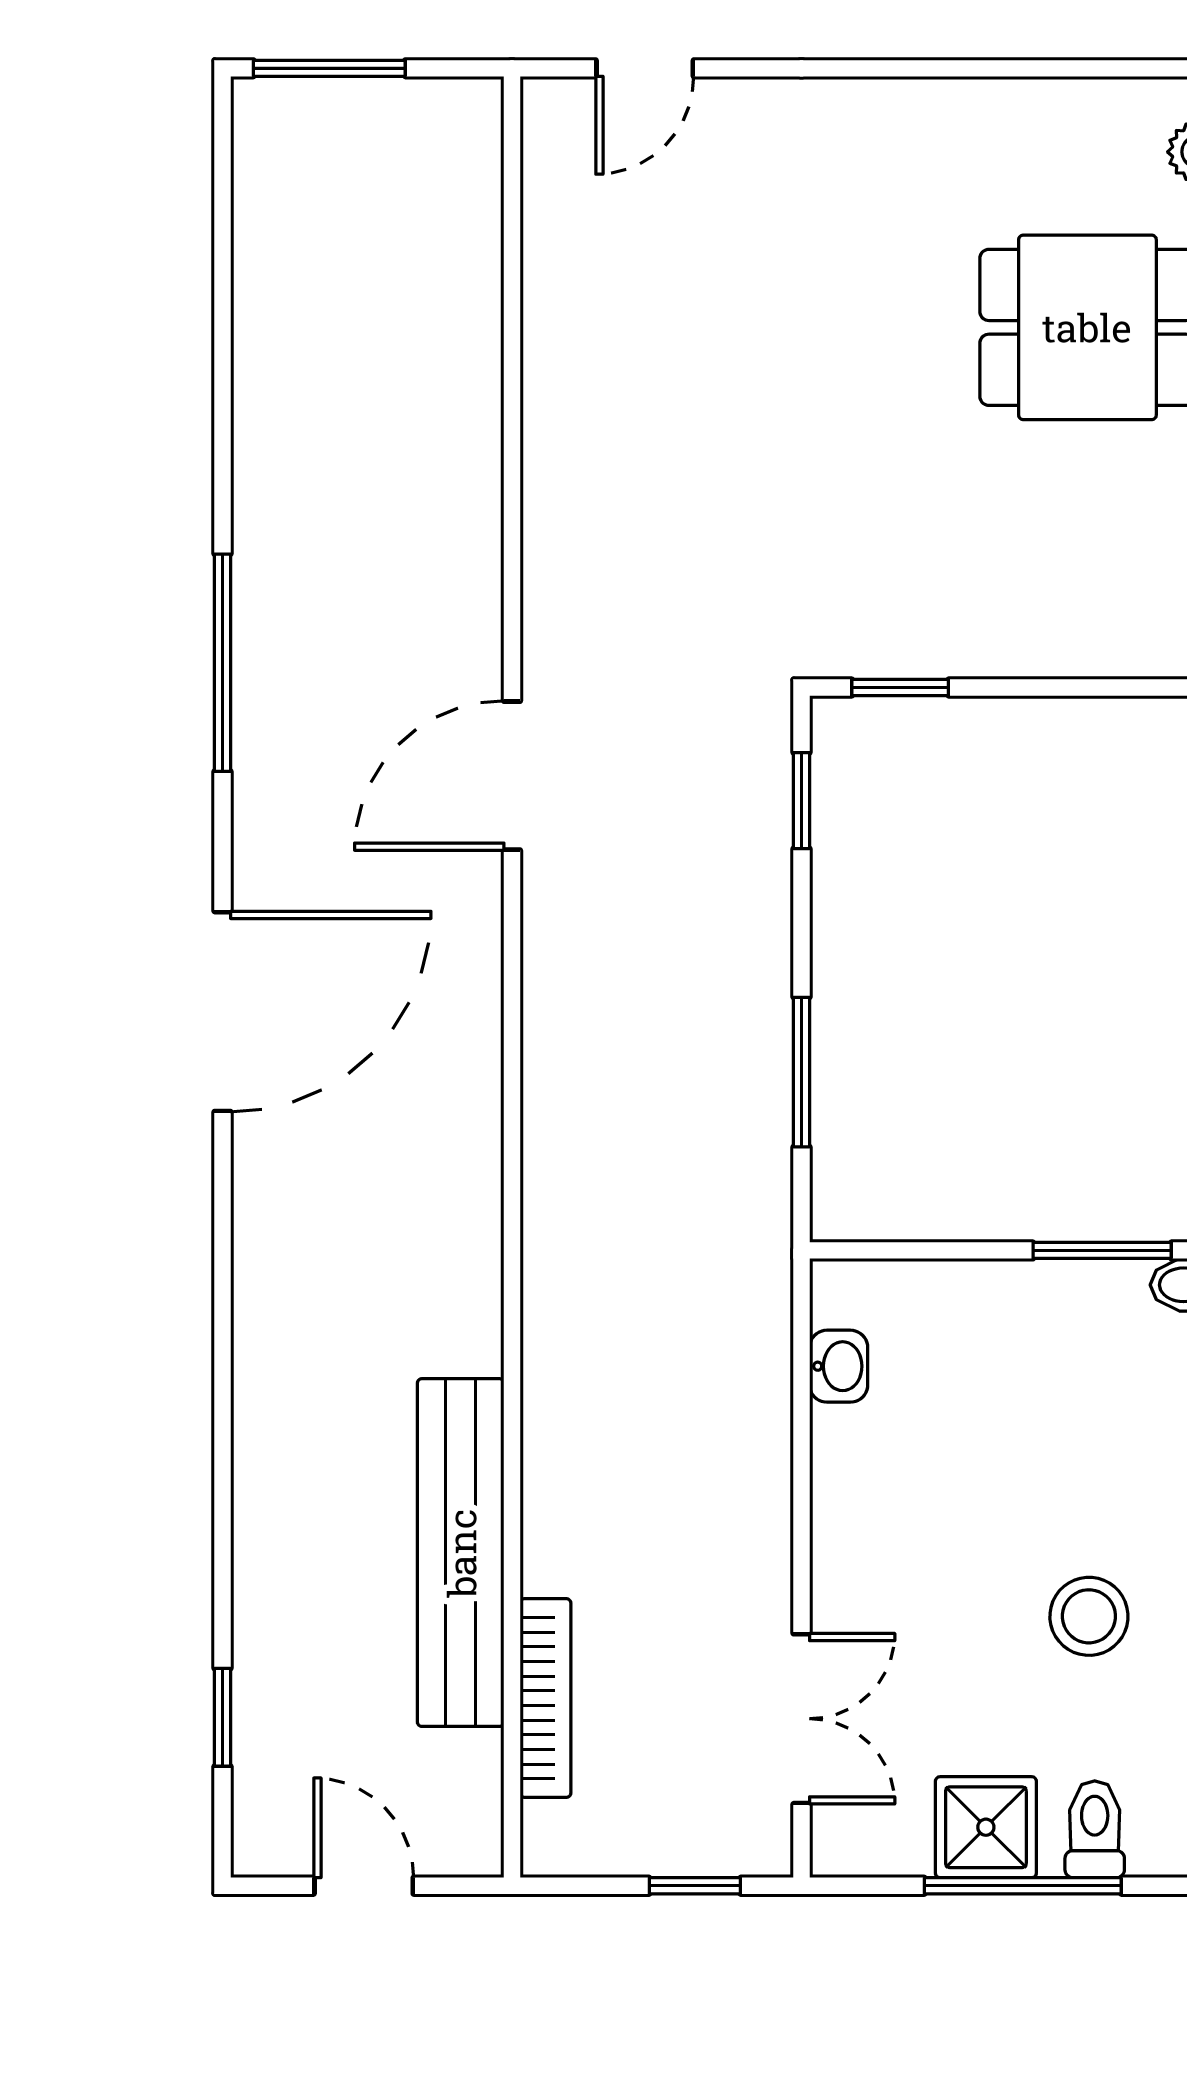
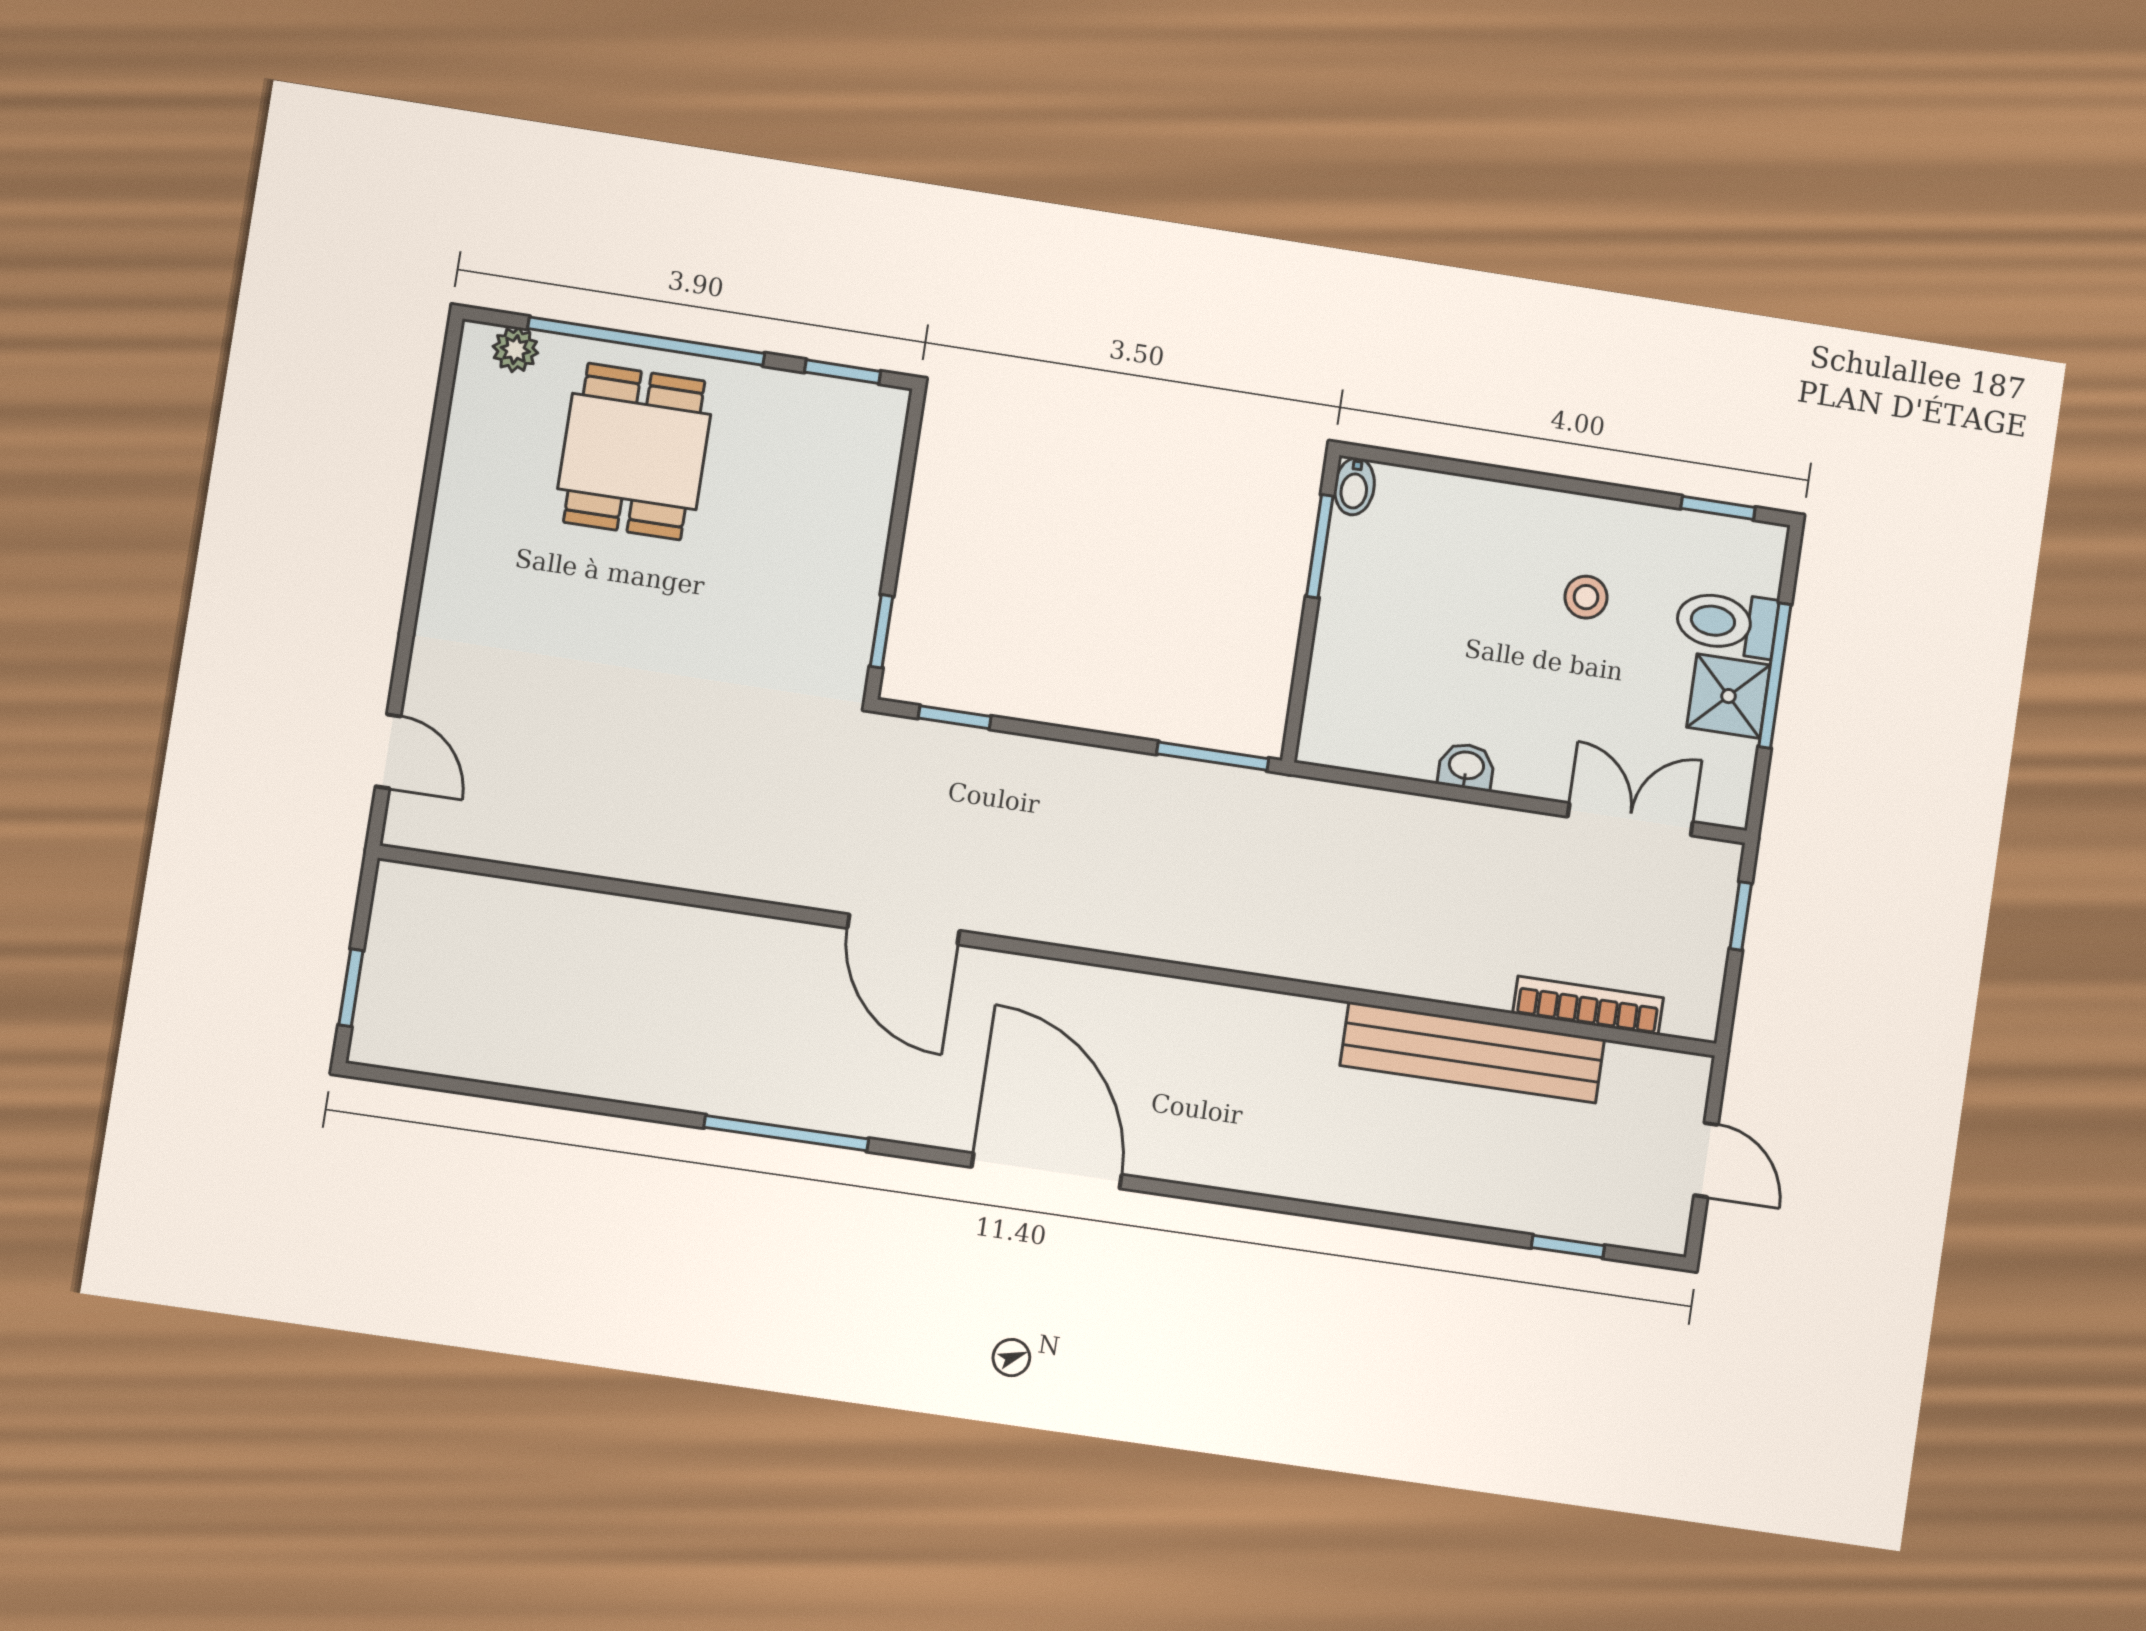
window: (329, 68) -> (351, 988), width x0.67
window: (801, 1072) -> (1213, 756), moved
washbasin: (839, 1366) -> (1466, 767), moved
stool: (1089, 1616) -> (1586, 597), width x0.73, depth x0.73
toilet: (1095, 1829) -> (1727, 623), width x1.37, depth x1.39
door: (364, 1886) -> (1706, 1160), swing flipped

